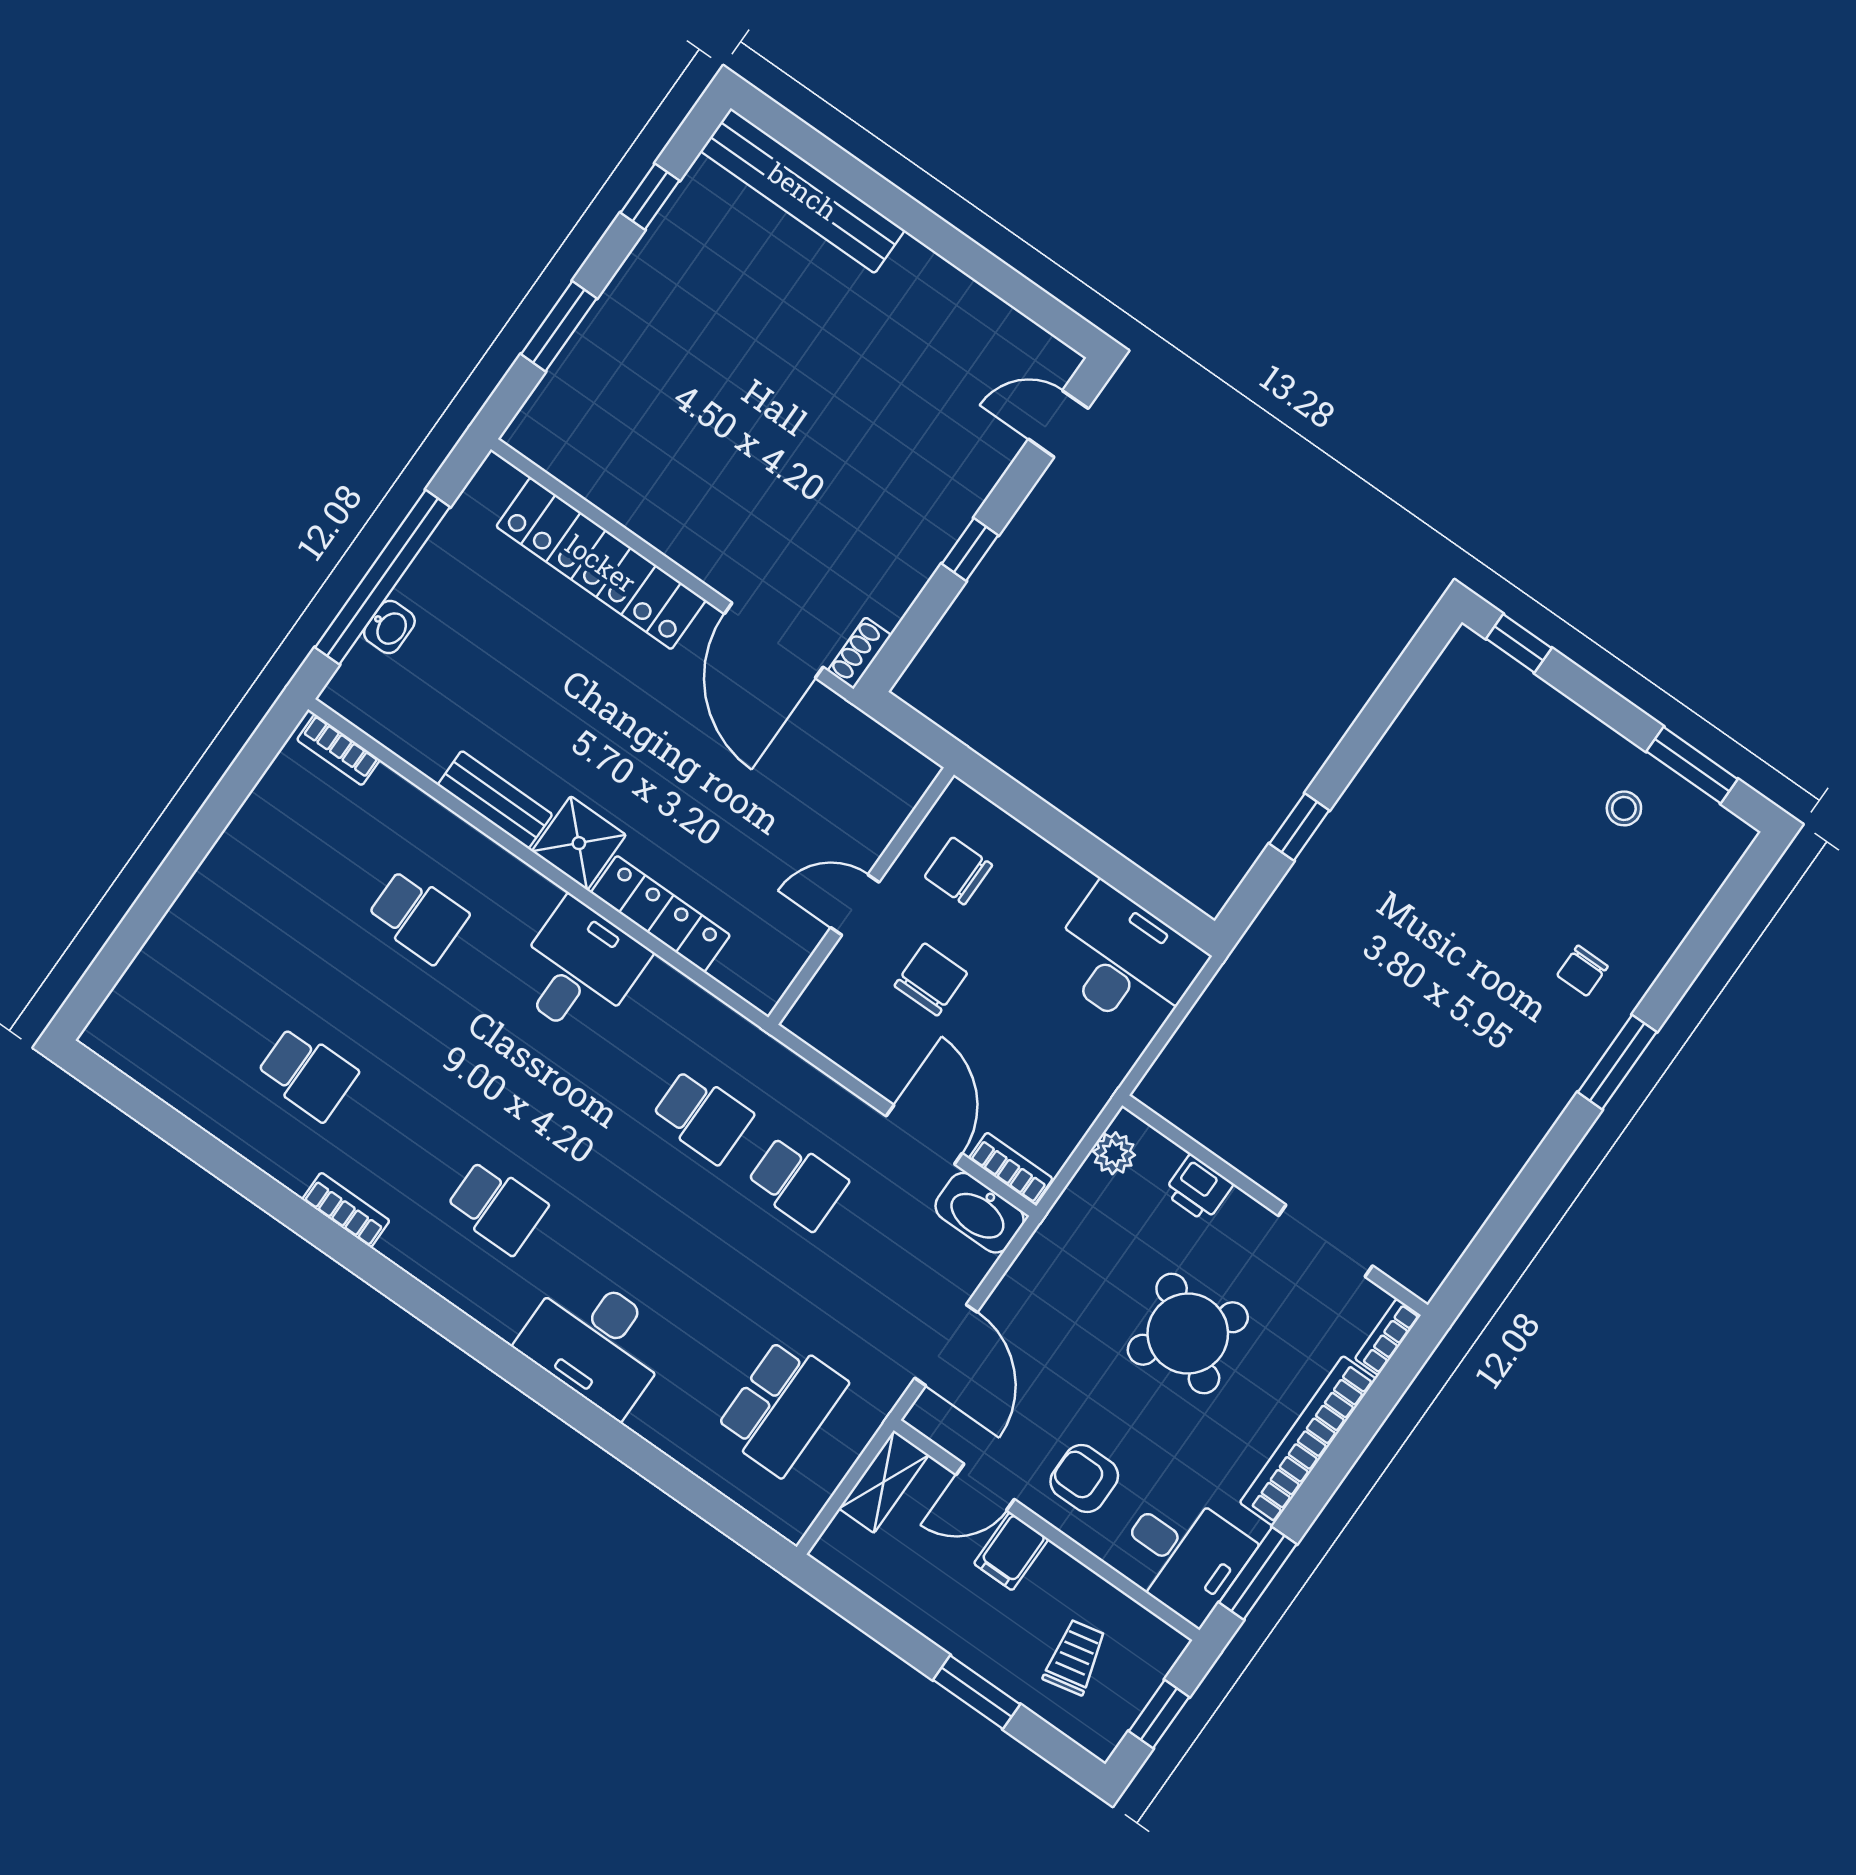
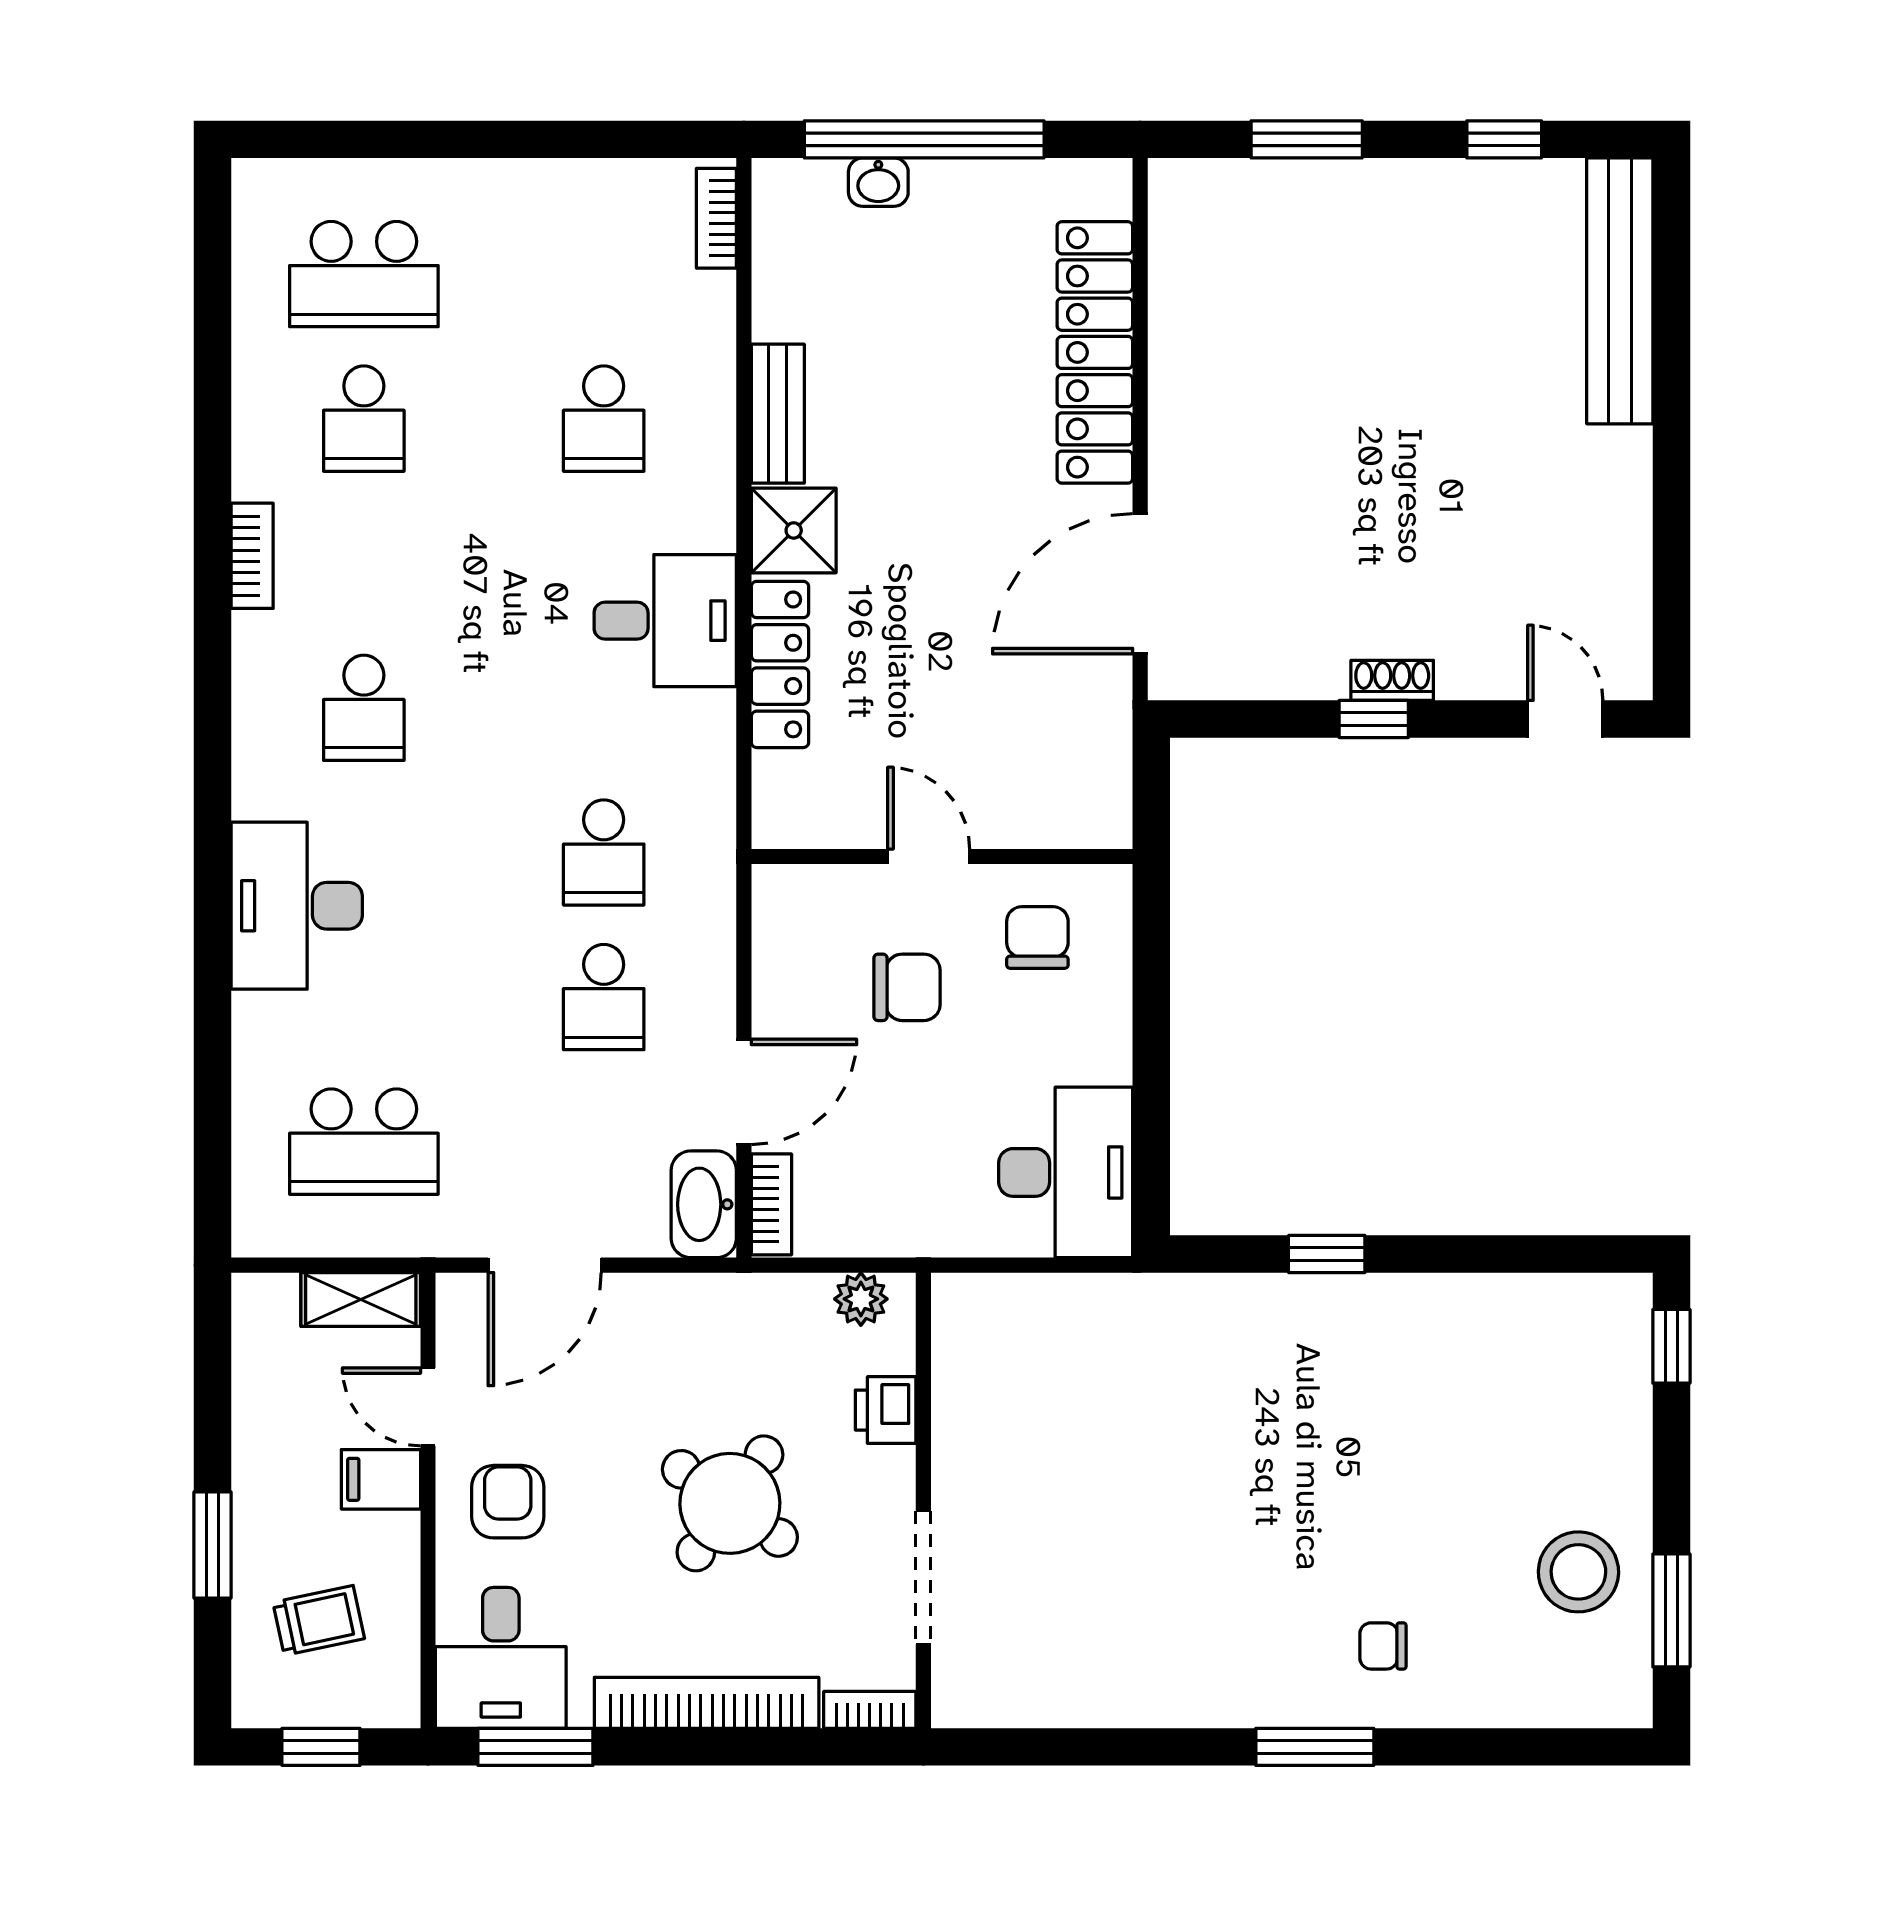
shoe rack: (859, 653) -> (1392, 680), moved
stool: (1624, 808) -> (1578, 1572), width x1.89, depth x1.89
school desk: (212, 1007) -> (364, 274), added

